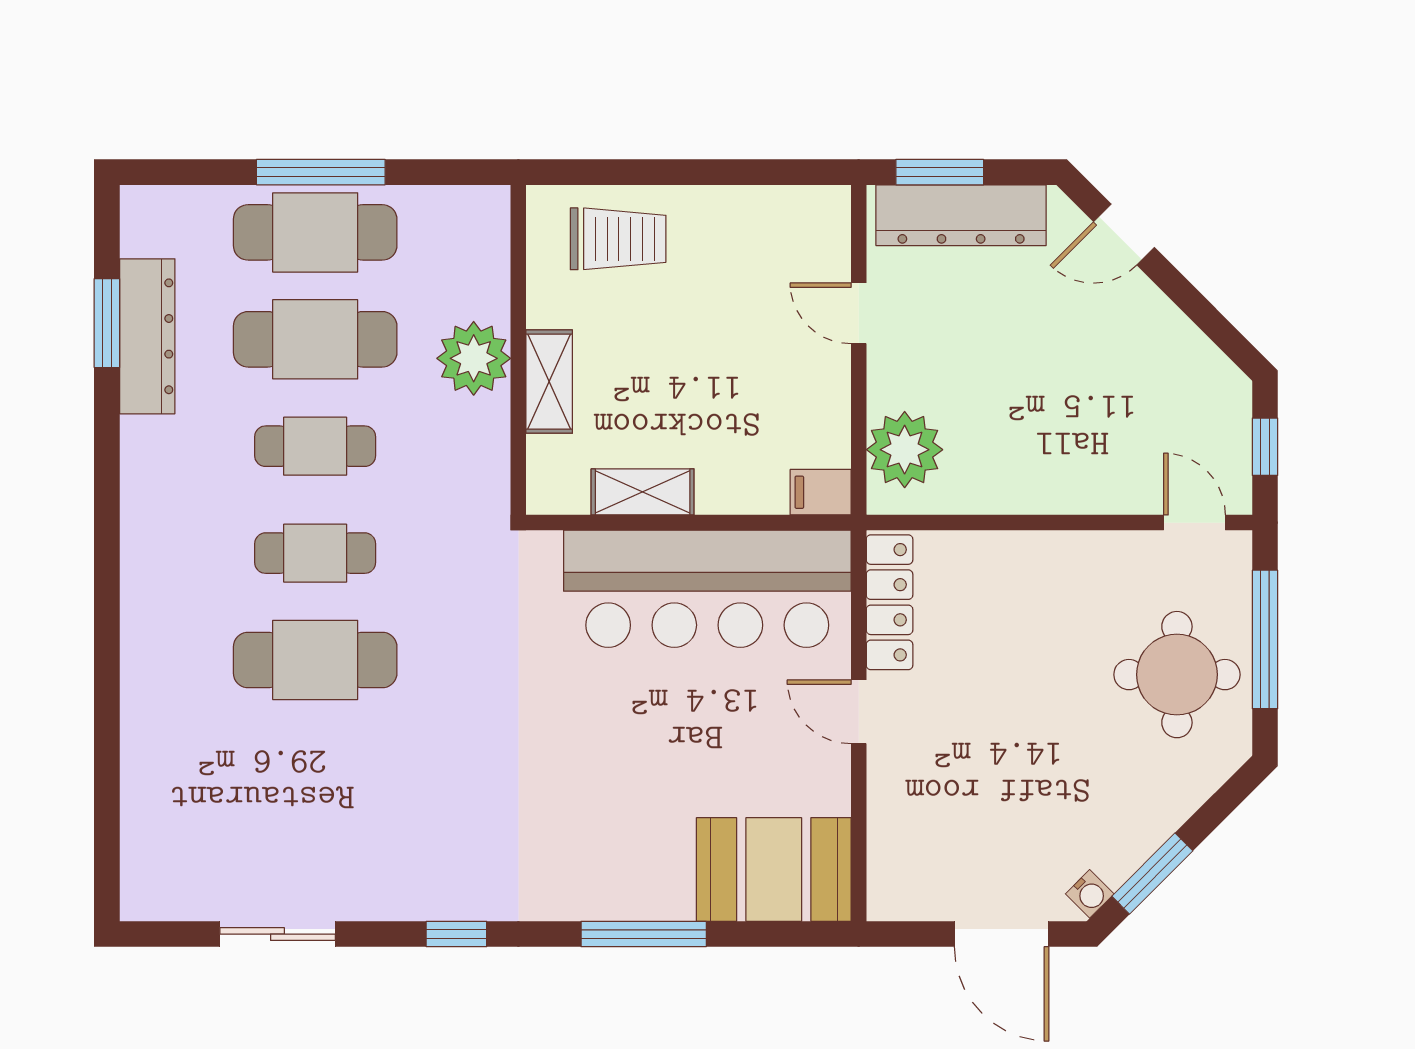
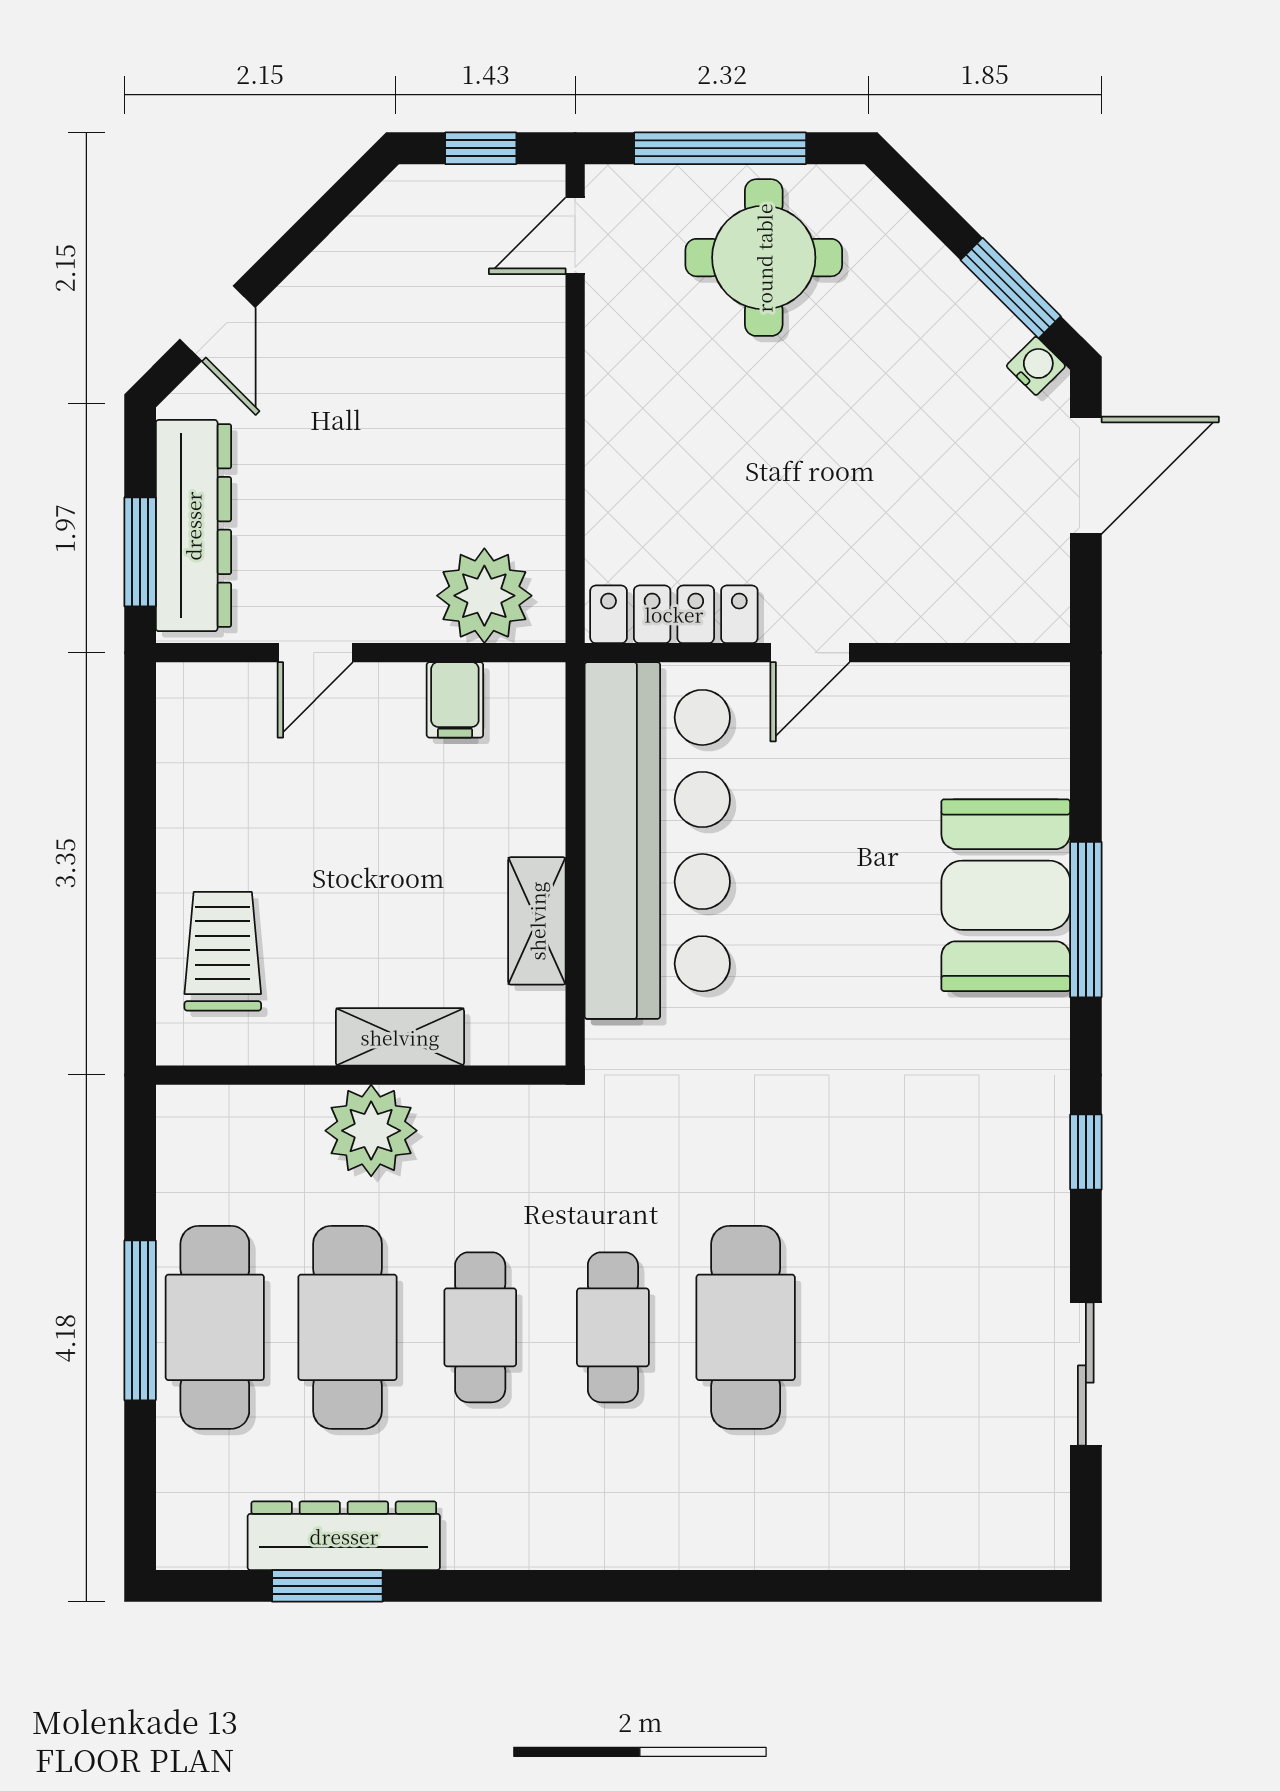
filing cabinet: (821, 492) -> (455, 700), moved
booth: (774, 870) -> (1006, 895), moved

